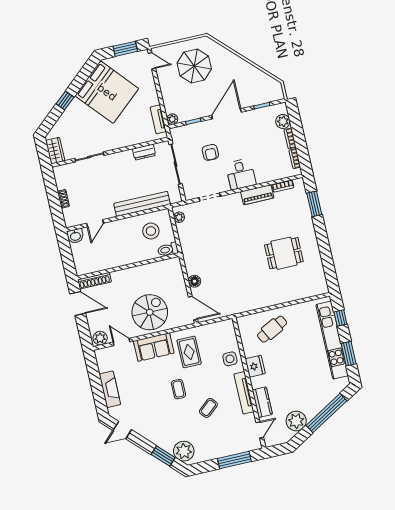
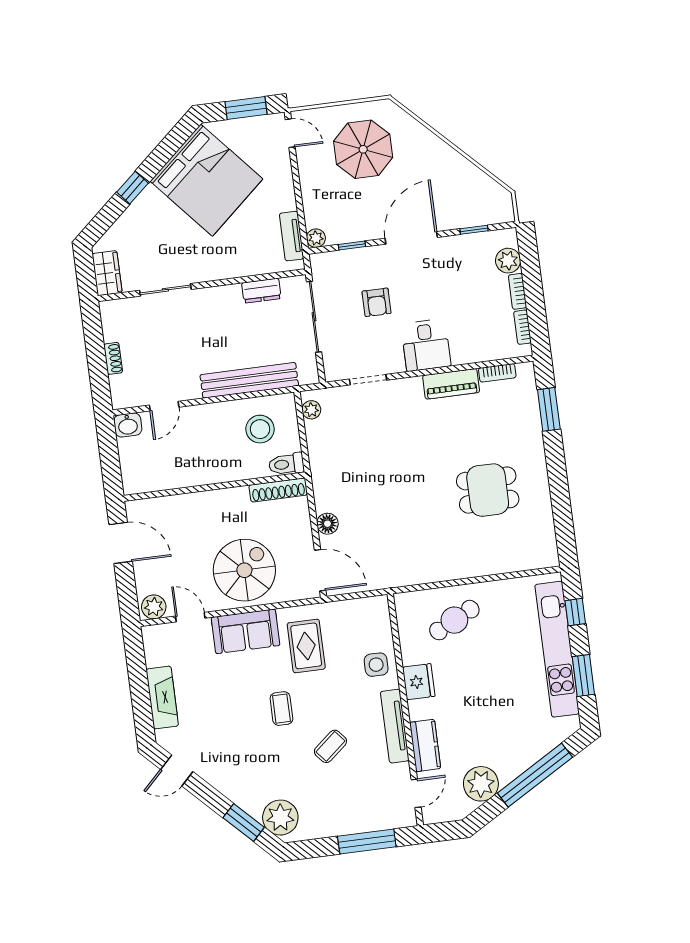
shoe rack: (94, 281) -> (278, 490), moved

